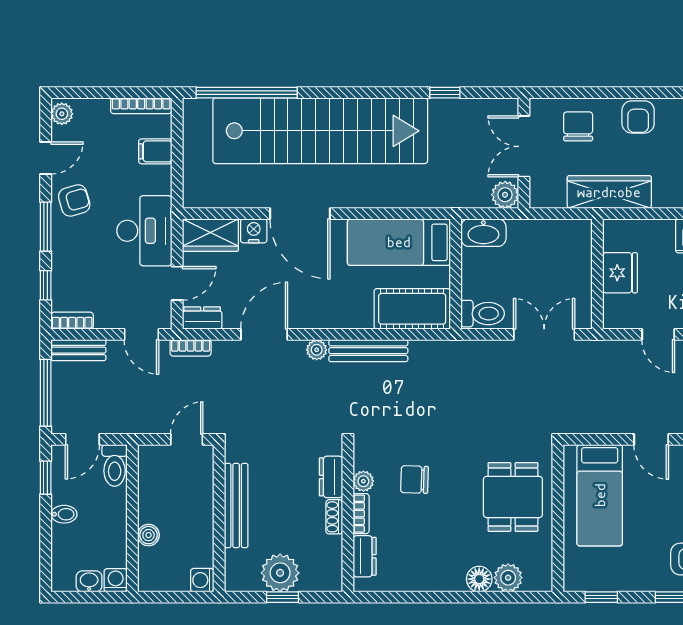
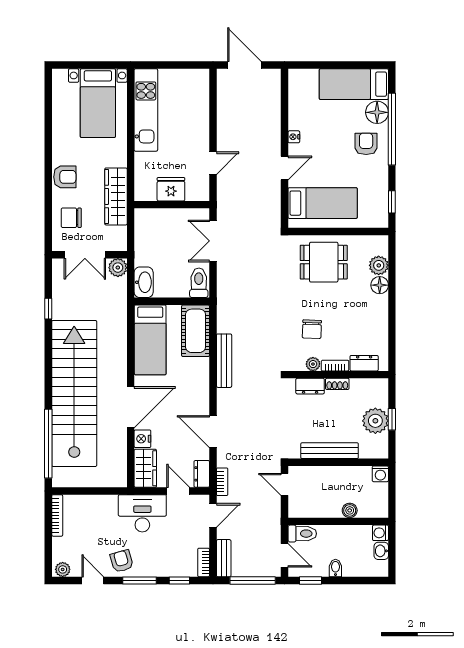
filing cabinet: (155, 151) -> (88, 506), removed
plant: (317, 350) -> (223, 396), removed

